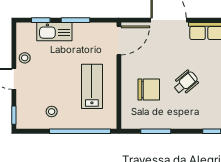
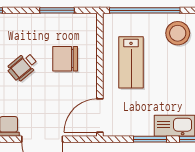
stool: (52, 112) -> (178, 33), width x1.89, depth x1.89

